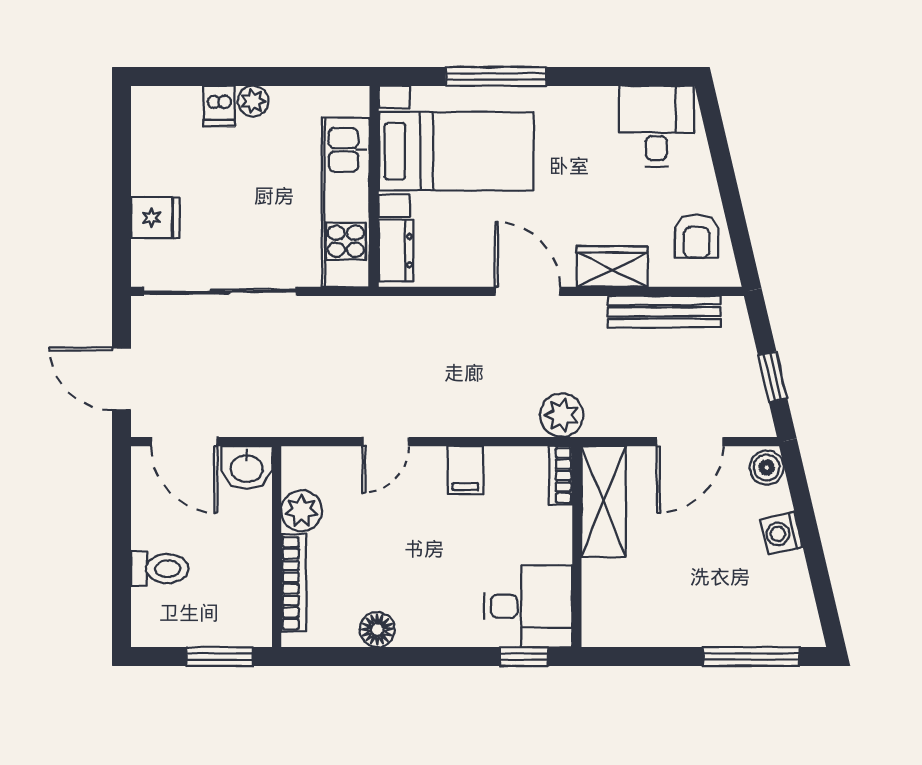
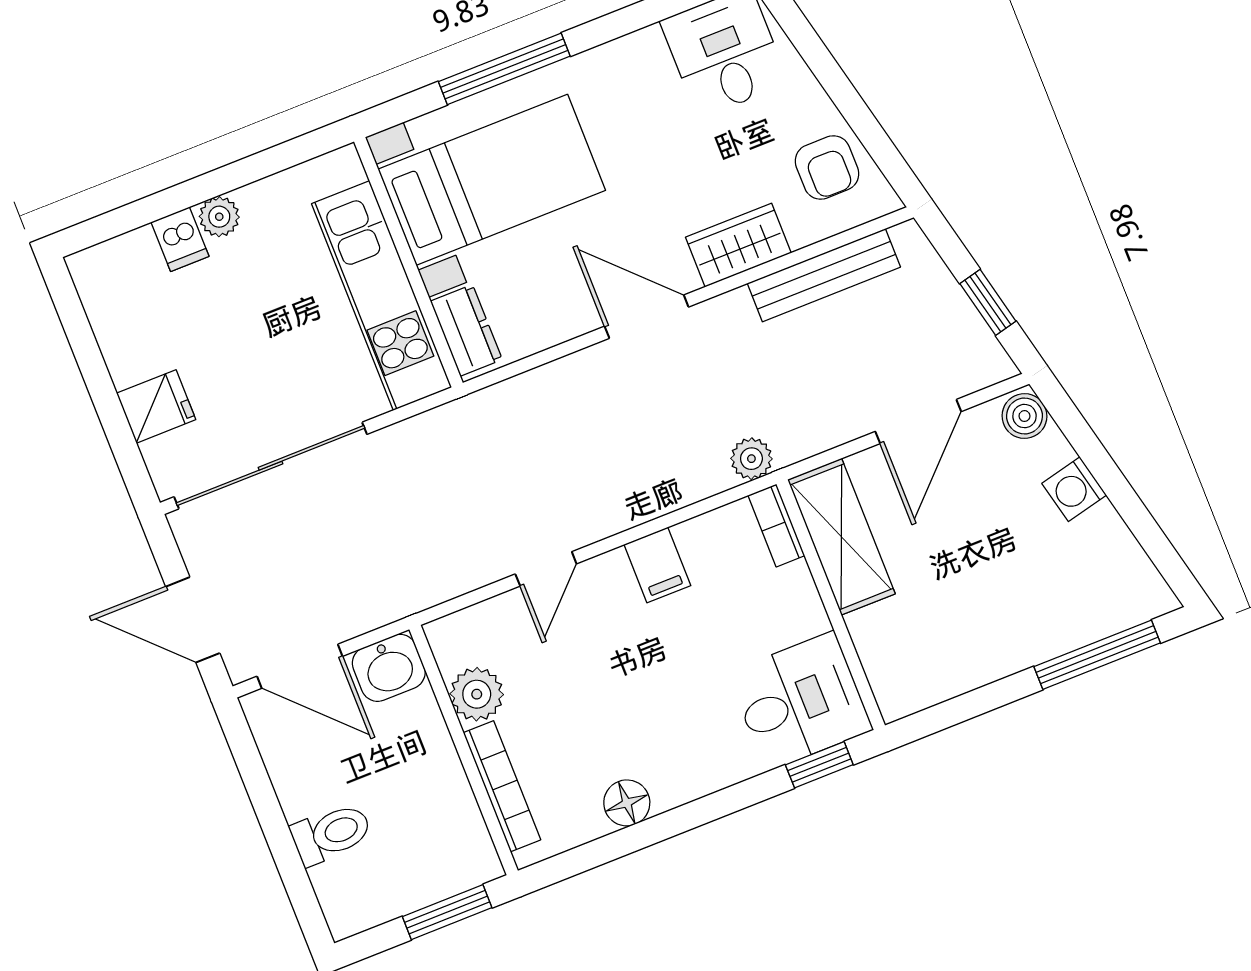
plant: (562, 415) -> (751, 459), width x0.73, depth x0.73

